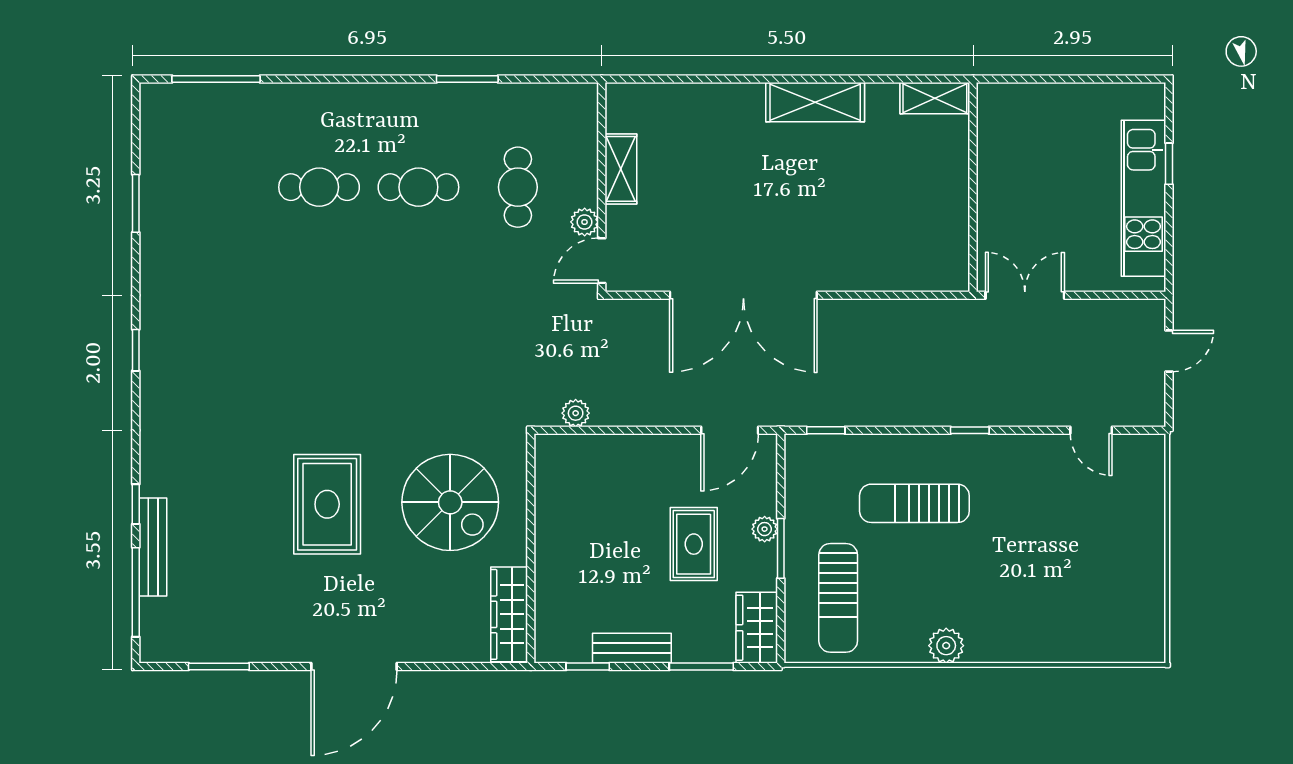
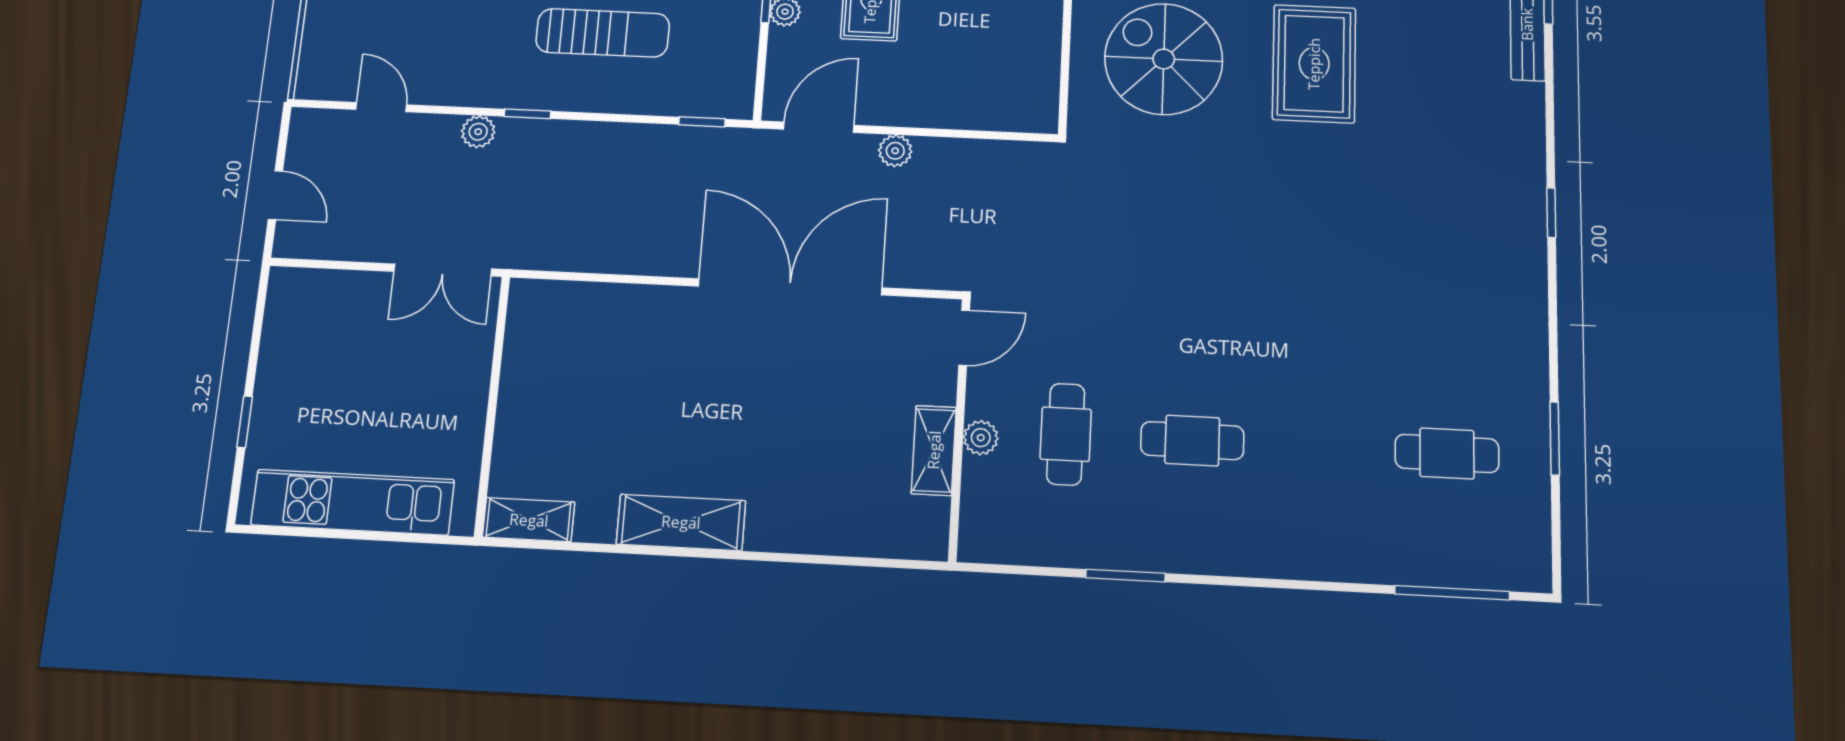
cafe table: (319, 187) -> (1447, 453), moved
kitchen unit: (1143, 198) -> (353, 502), moved, turned -90
plant: (585, 222) -> (981, 438), moved
window: (136, 350) -> (1551, 213), moved
door: (1169, 351) -> (275, 195), swing flipped
plant: (576, 413) -> (895, 151), moved
plant: (1009, 413) -> (478, 132), added
window: (136, 504) -> (1549, 74), removed

